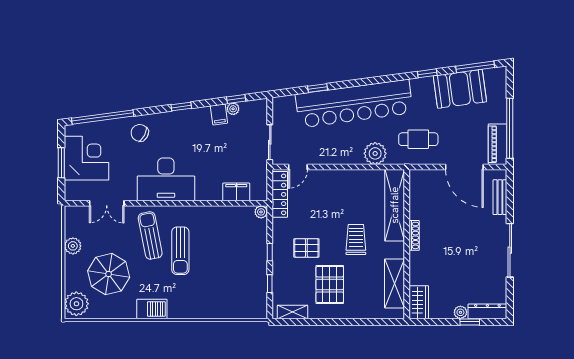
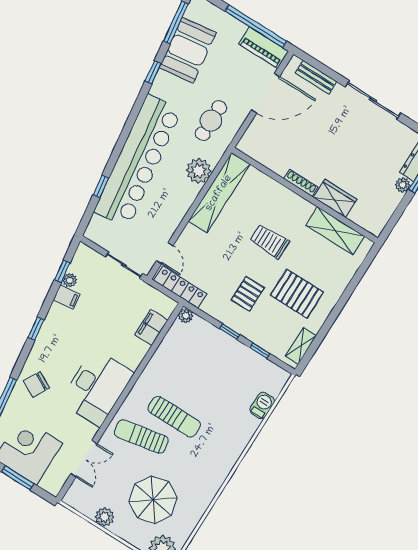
shelving: (395, 205) -> (219, 193), moved, turned 90
wardrobe: (419, 302) -> (335, 198), moved
barbecue: (152, 309) -> (262, 405), moved, width x0.73, depth x0.79

